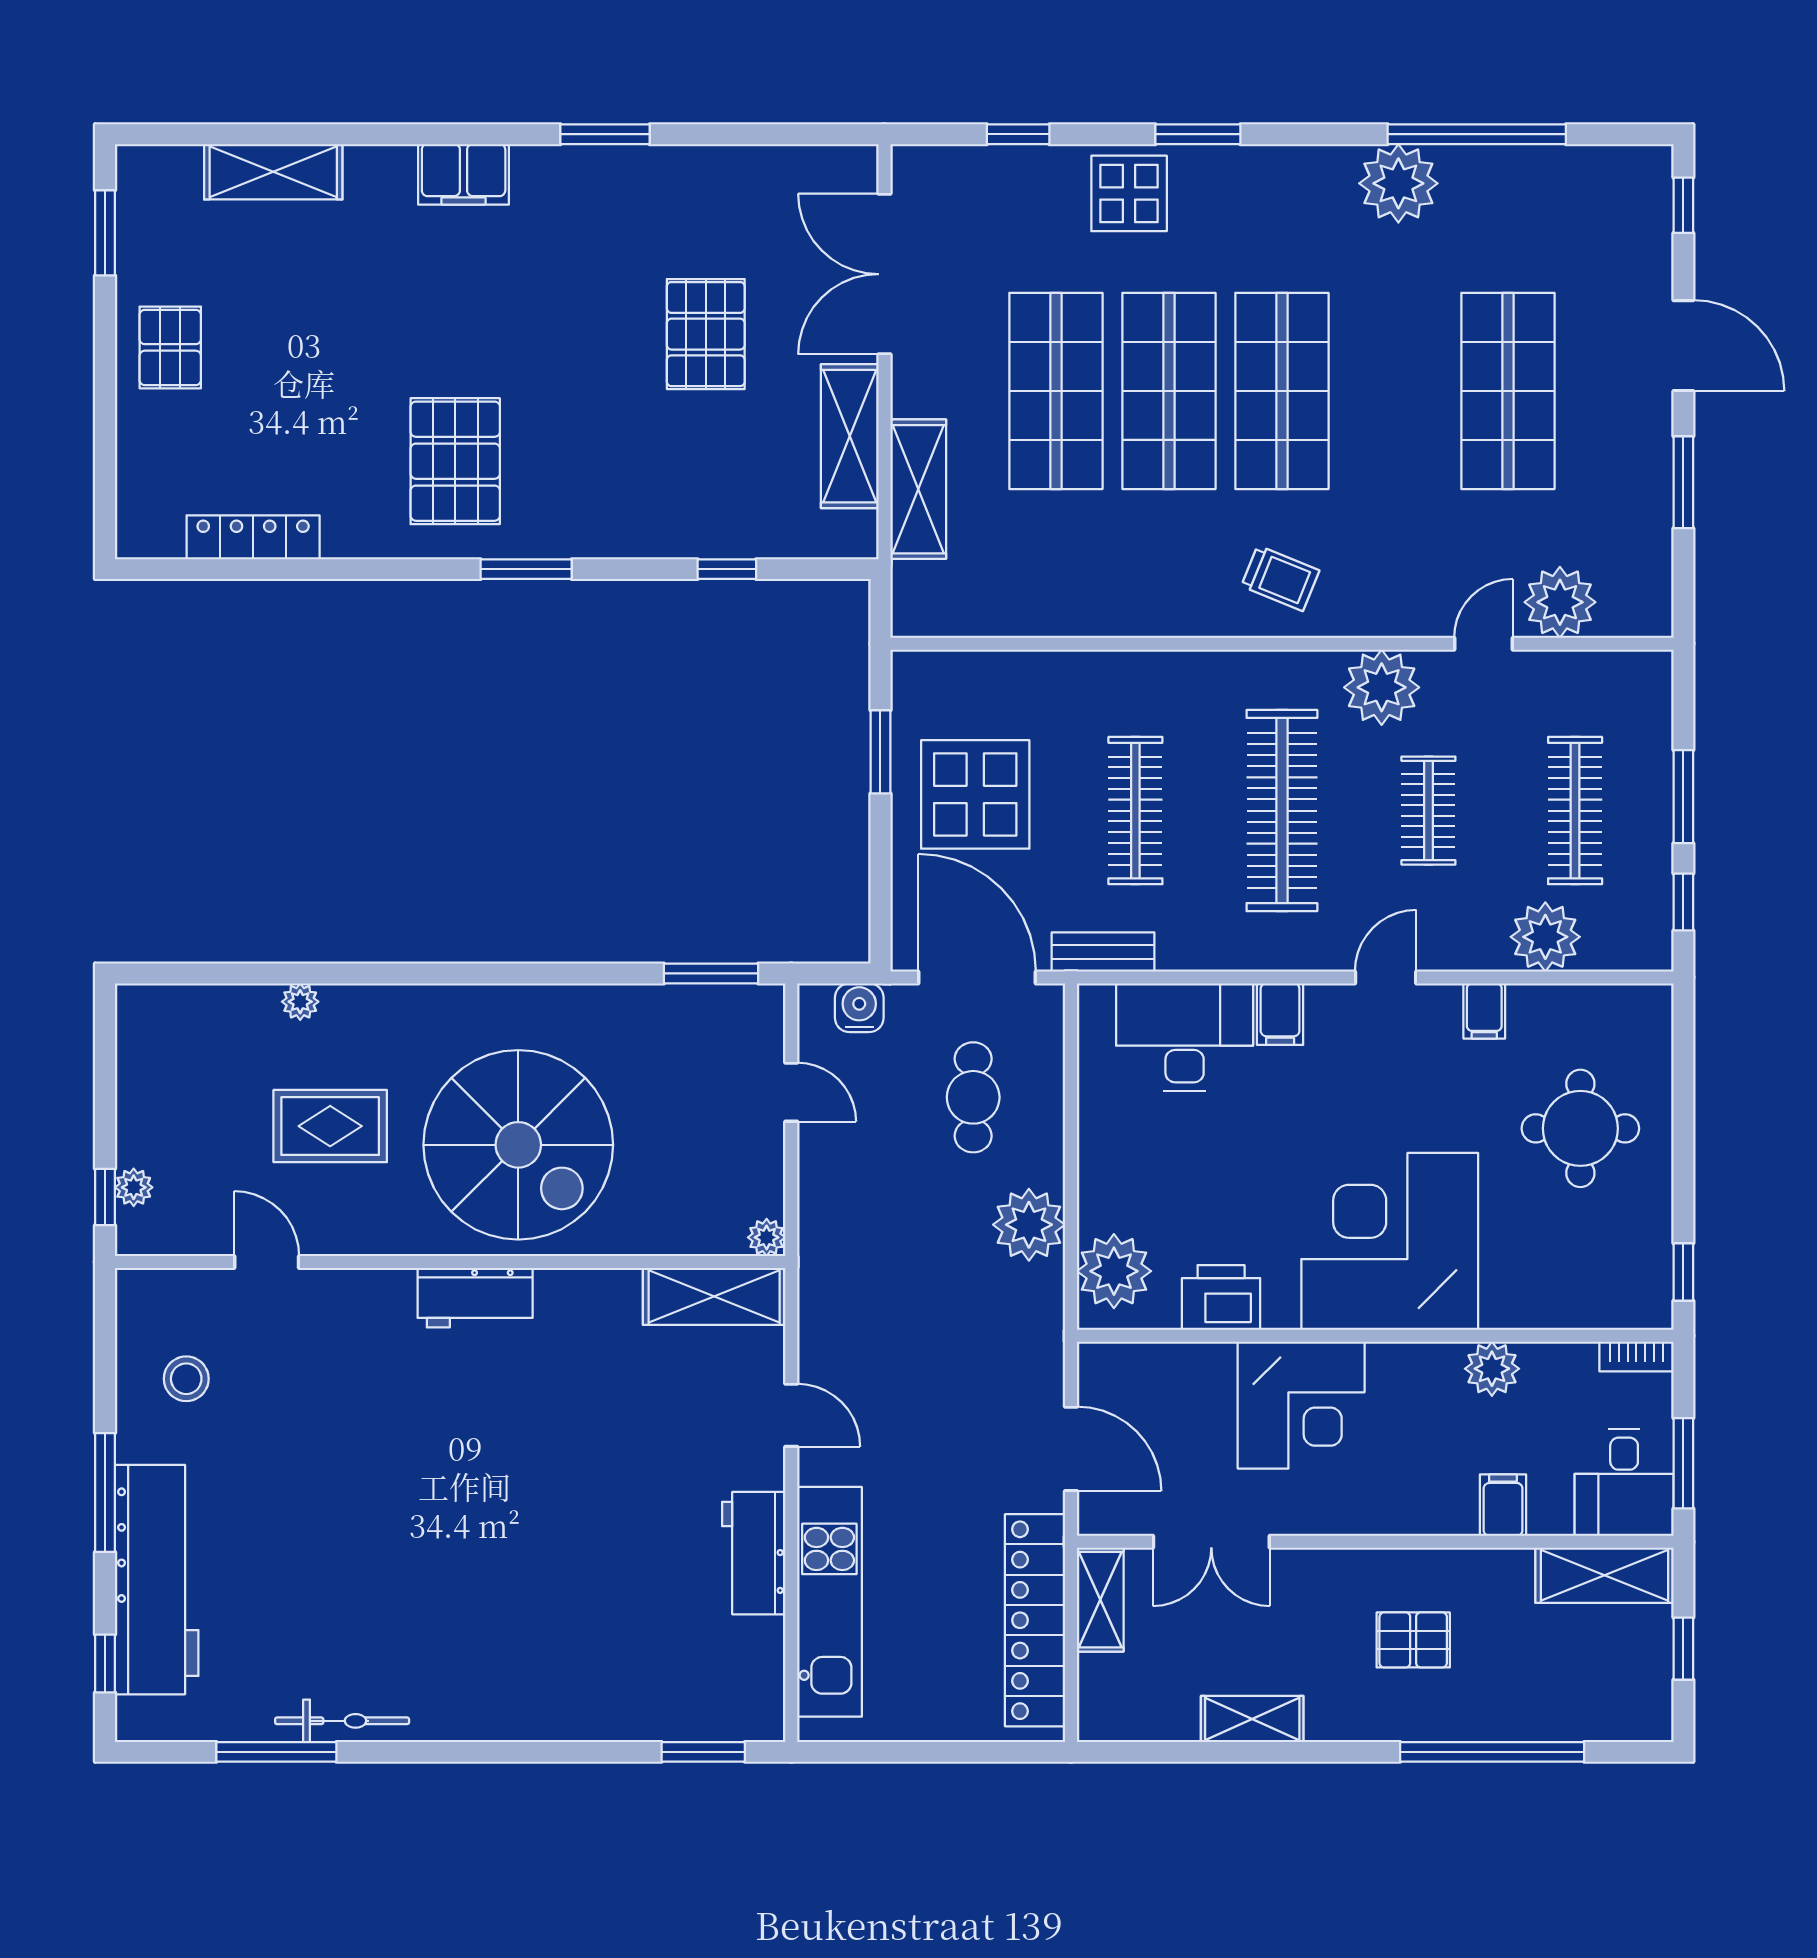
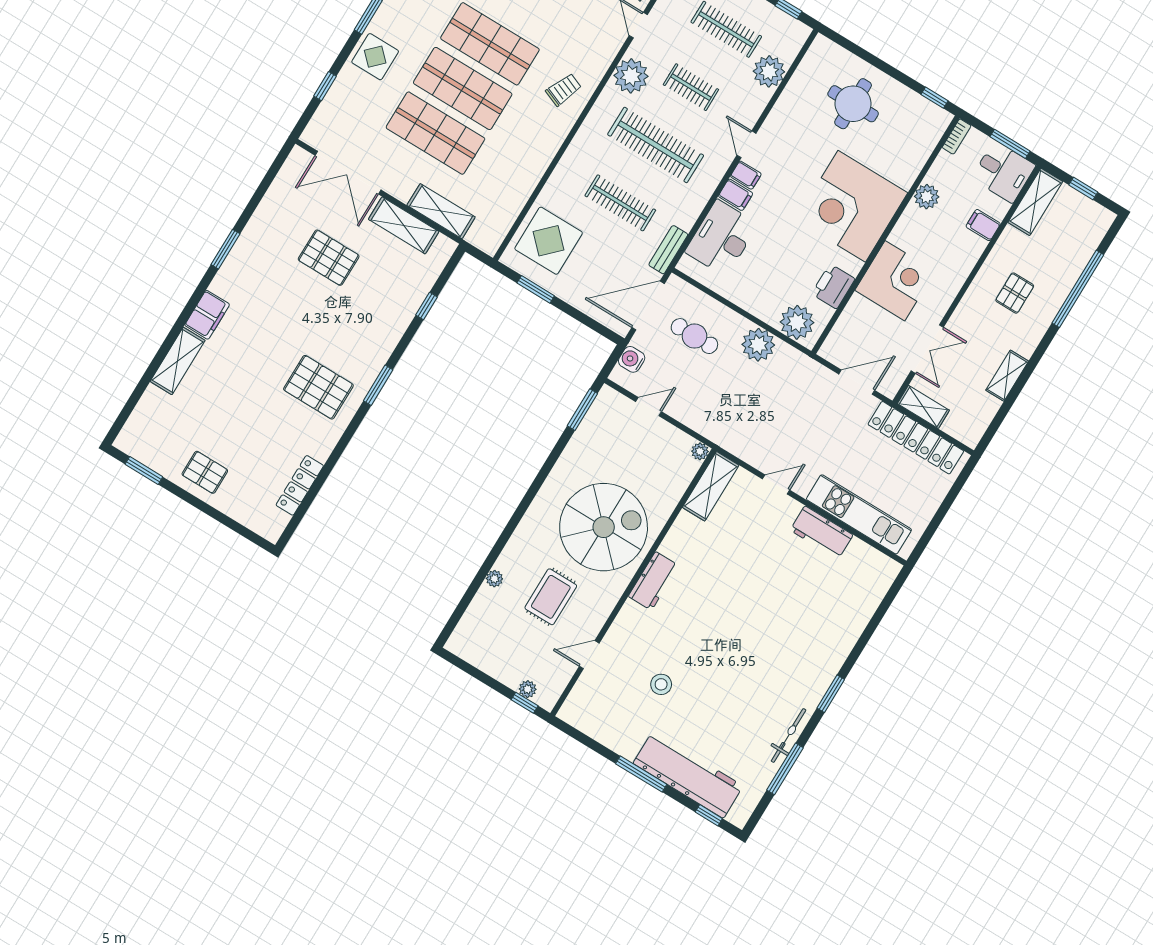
shelving: (273, 172) -> (178, 361), moved
display table: (975, 794) -> (549, 241), moved
filing cabinet: (1484, 1011) -> (746, 175), moved
stool: (186, 1379) -> (661, 684), moved
window: (703, 1752) -> (831, 694), moved

